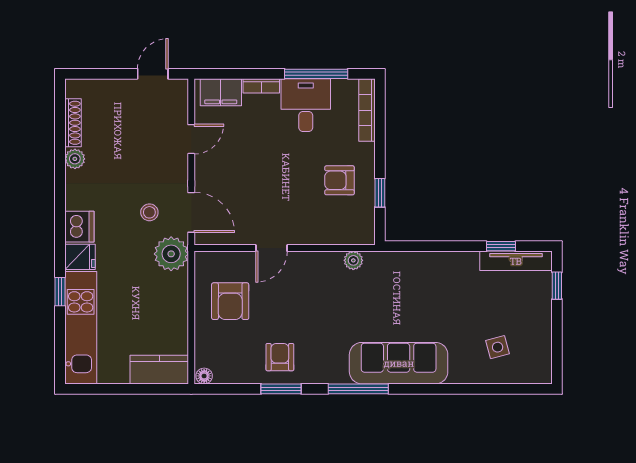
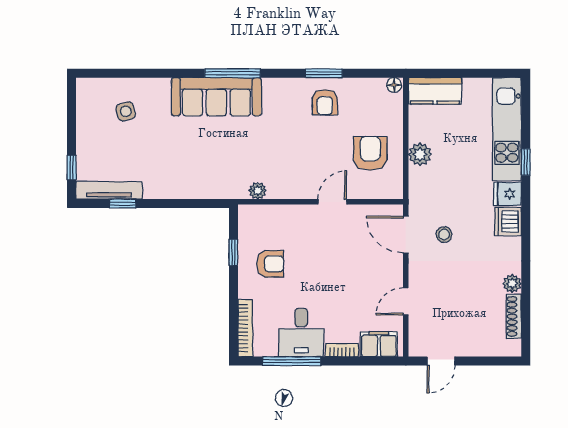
plant: (171, 254) -> (420, 154), moved, width x0.73, depth x0.73
window: (358, 389) -> (233, 73), moved

